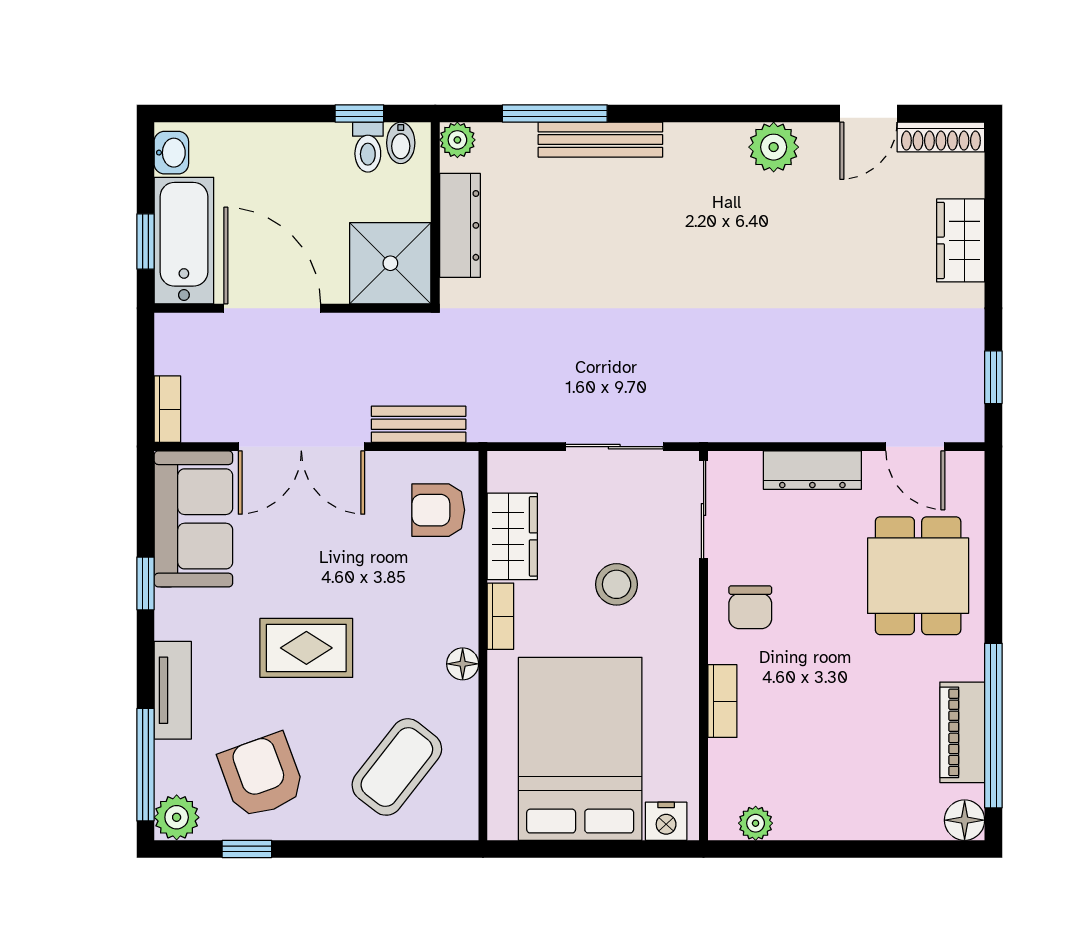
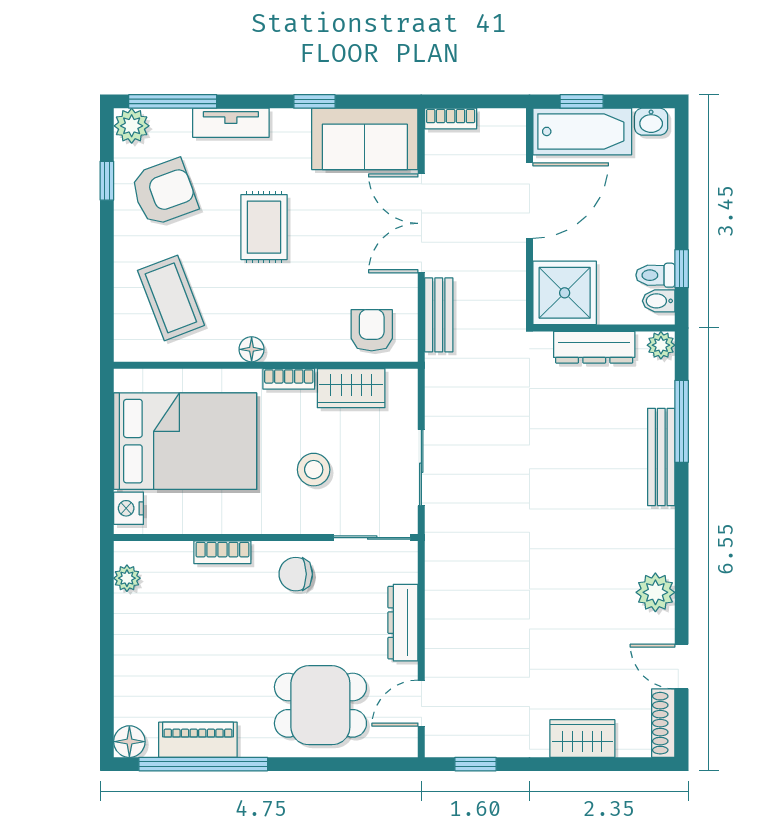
coffee table: (397, 767) -> (171, 298), turned 31

